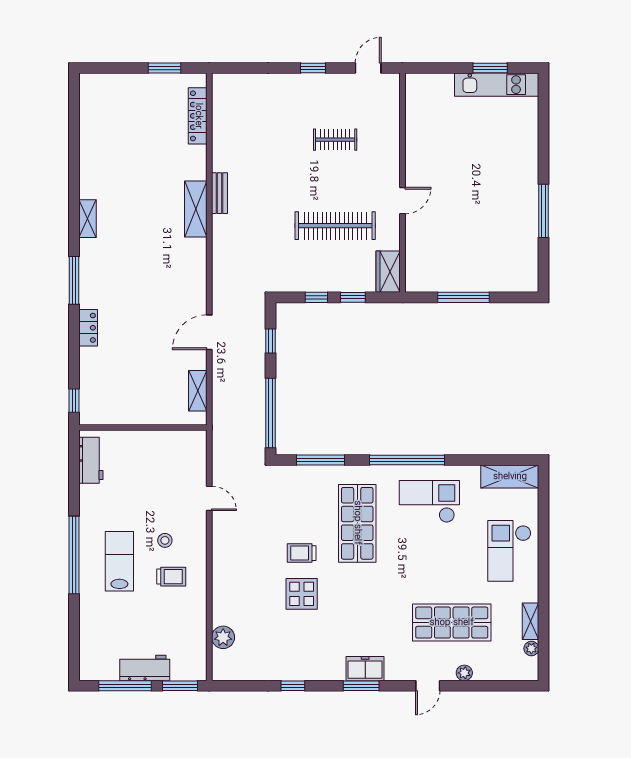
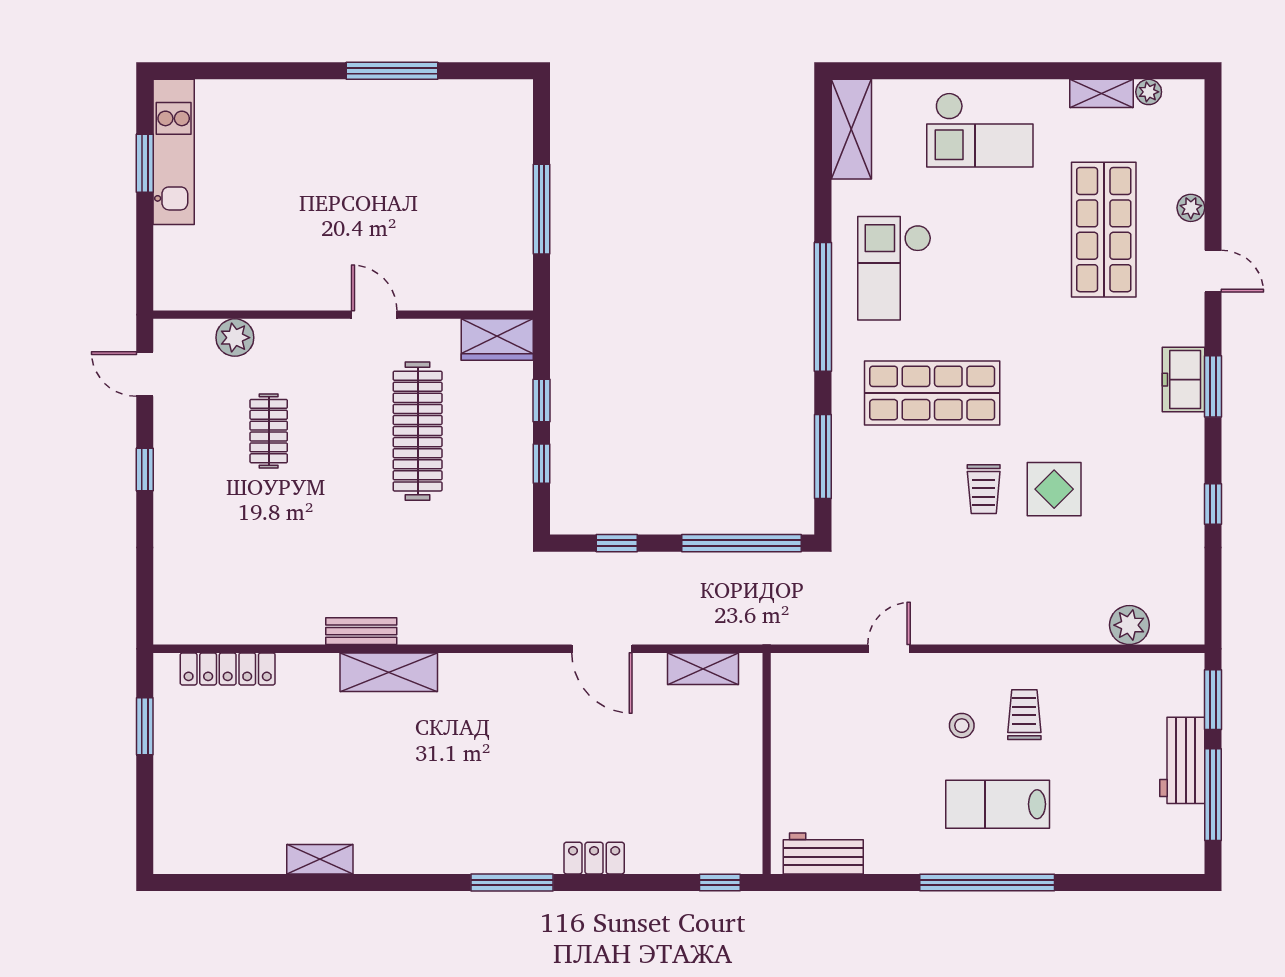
plant: (389, 120) -> (235, 338), added
shelving: (88, 219) -> (320, 859), moved

